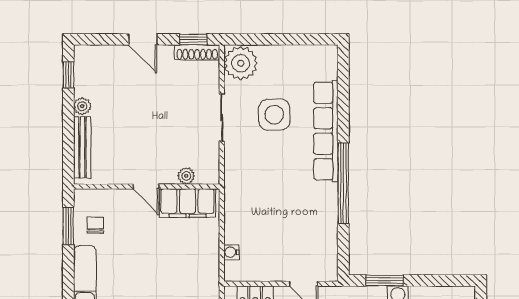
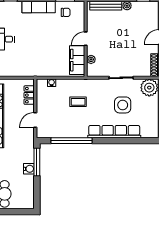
window: (343, 183) -> (71, 141), moved
coffee table: (268, 201) -> (78, 102), added
window: (385, 281) -> (37, 162), width x1.44

